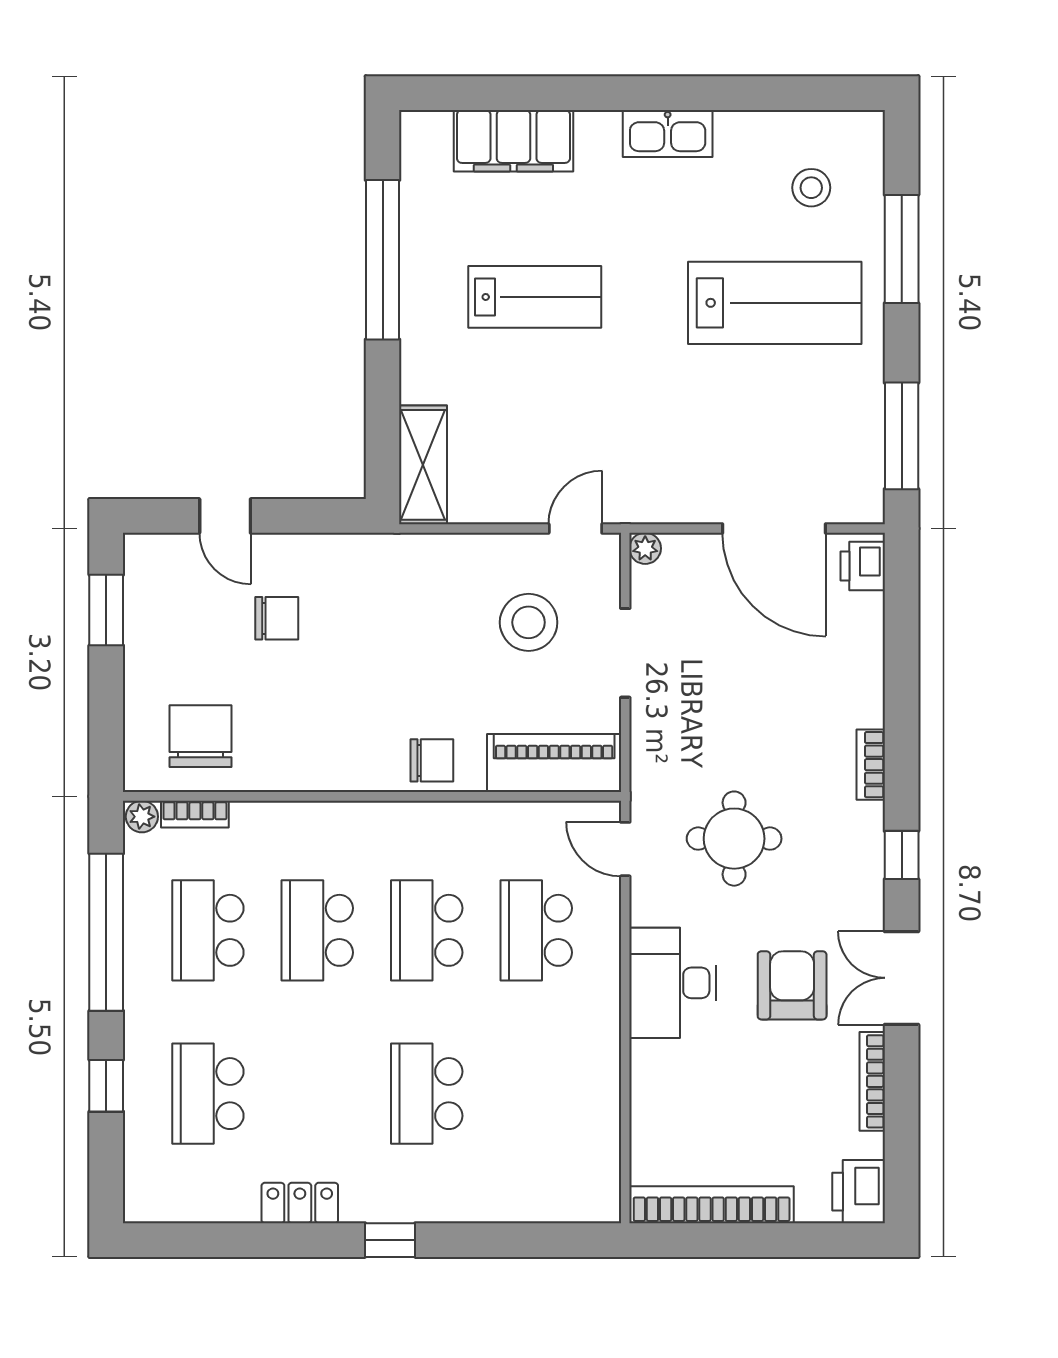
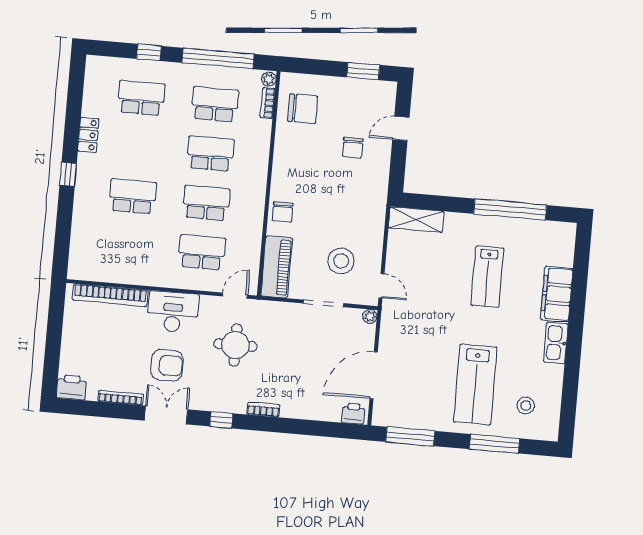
filing cabinet: (513, 141) -> (557, 294), moved
bookcase: (712, 1205) -> (110, 295), moved, turned 90

